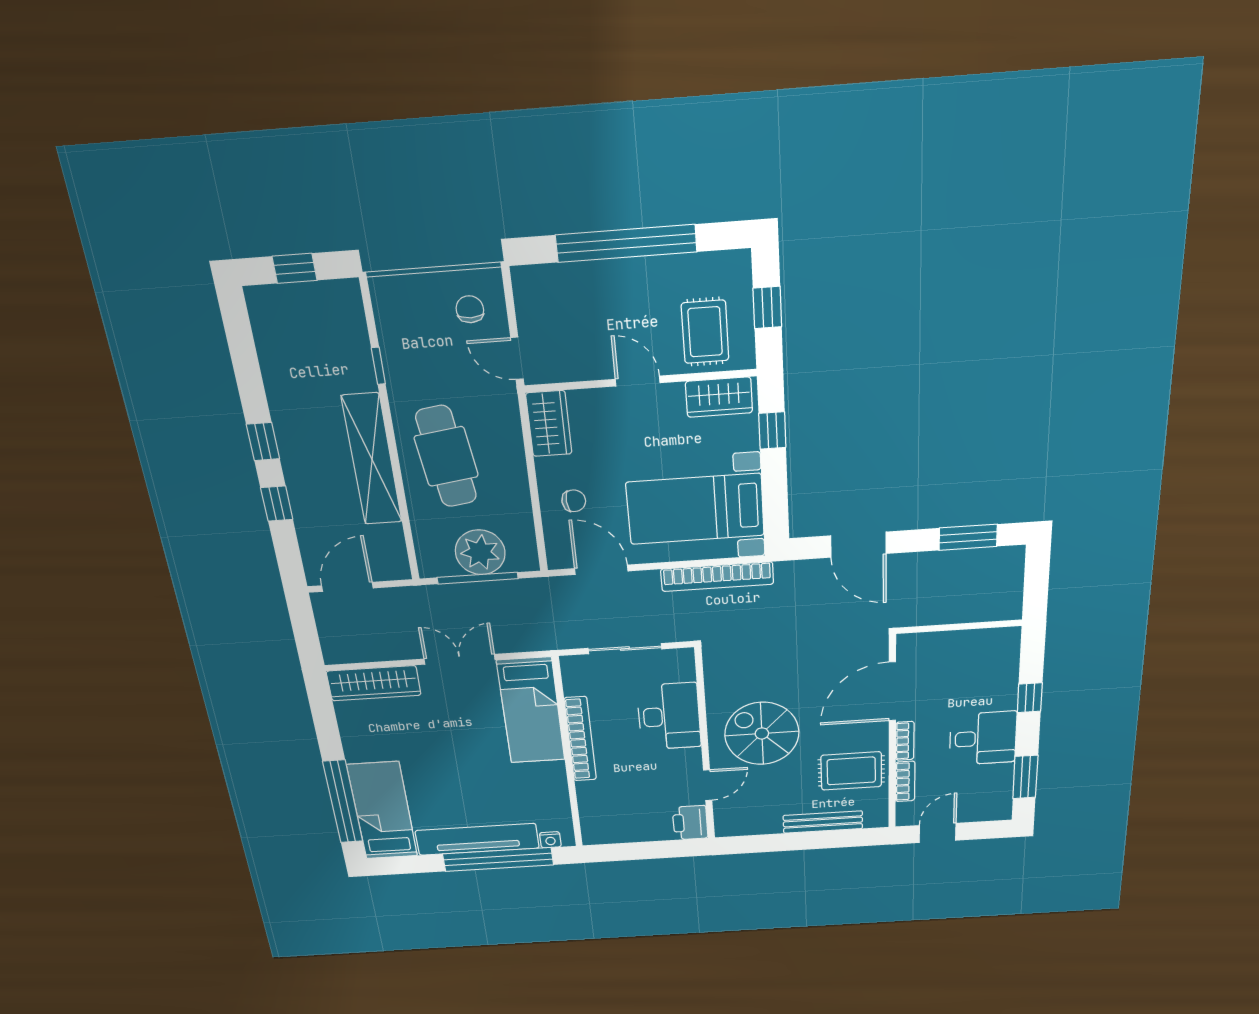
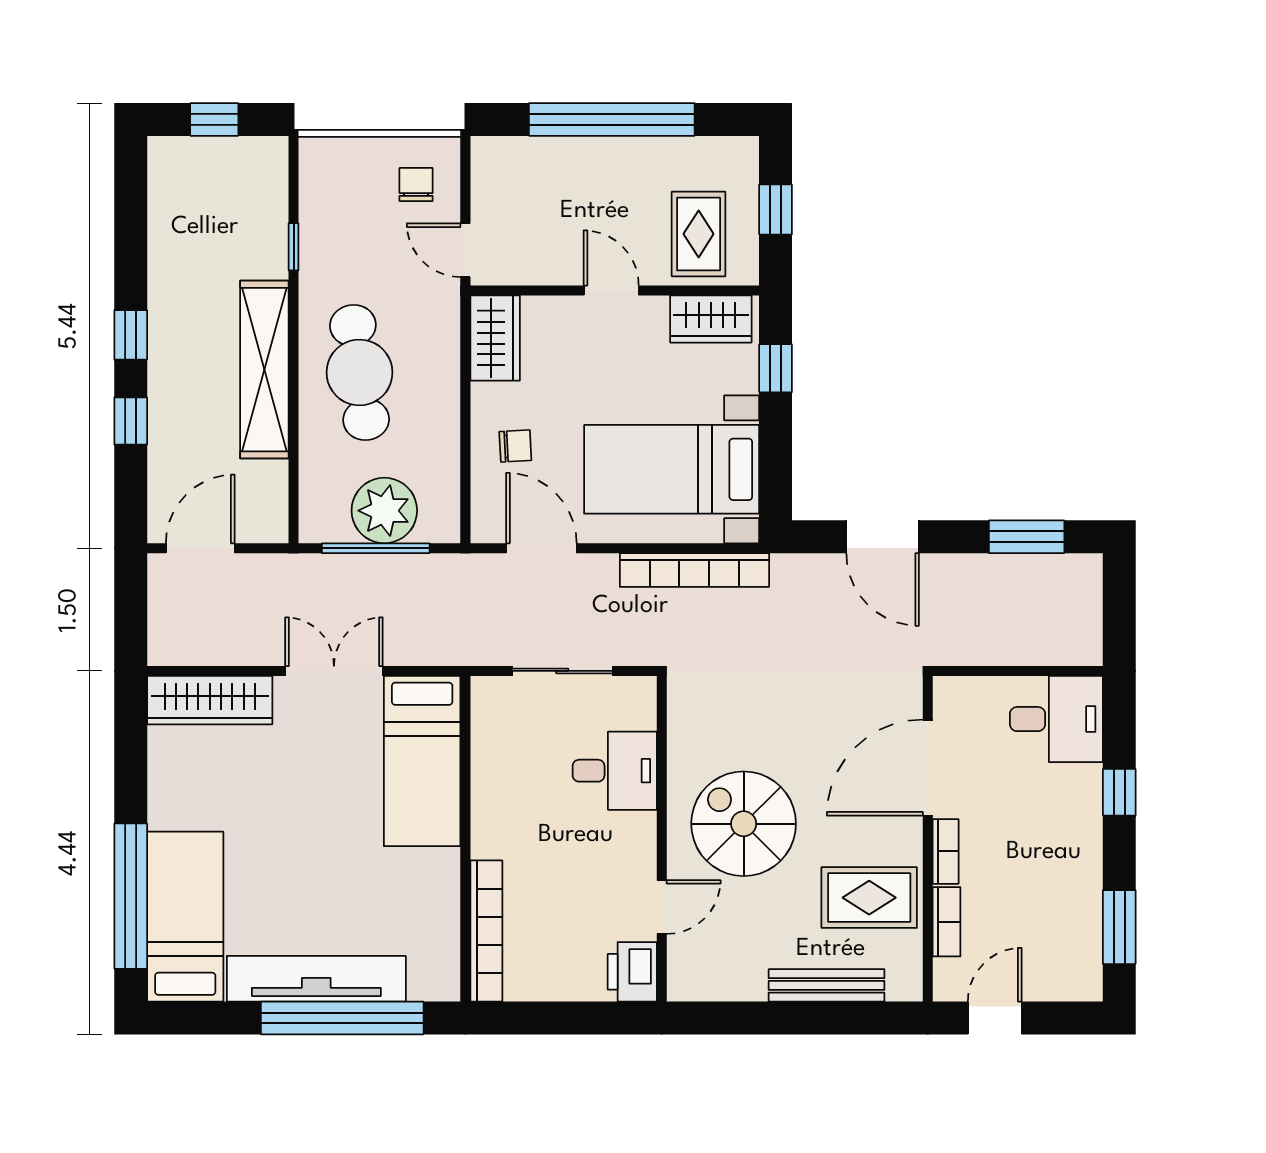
desk: (669, 716) -> (615, 771), width x0.73
desk: (983, 738) -> (1056, 719), moved
bookcase: (580, 739) -> (486, 931), moved
nightstand: (550, 840) -> (424, 988), removed

